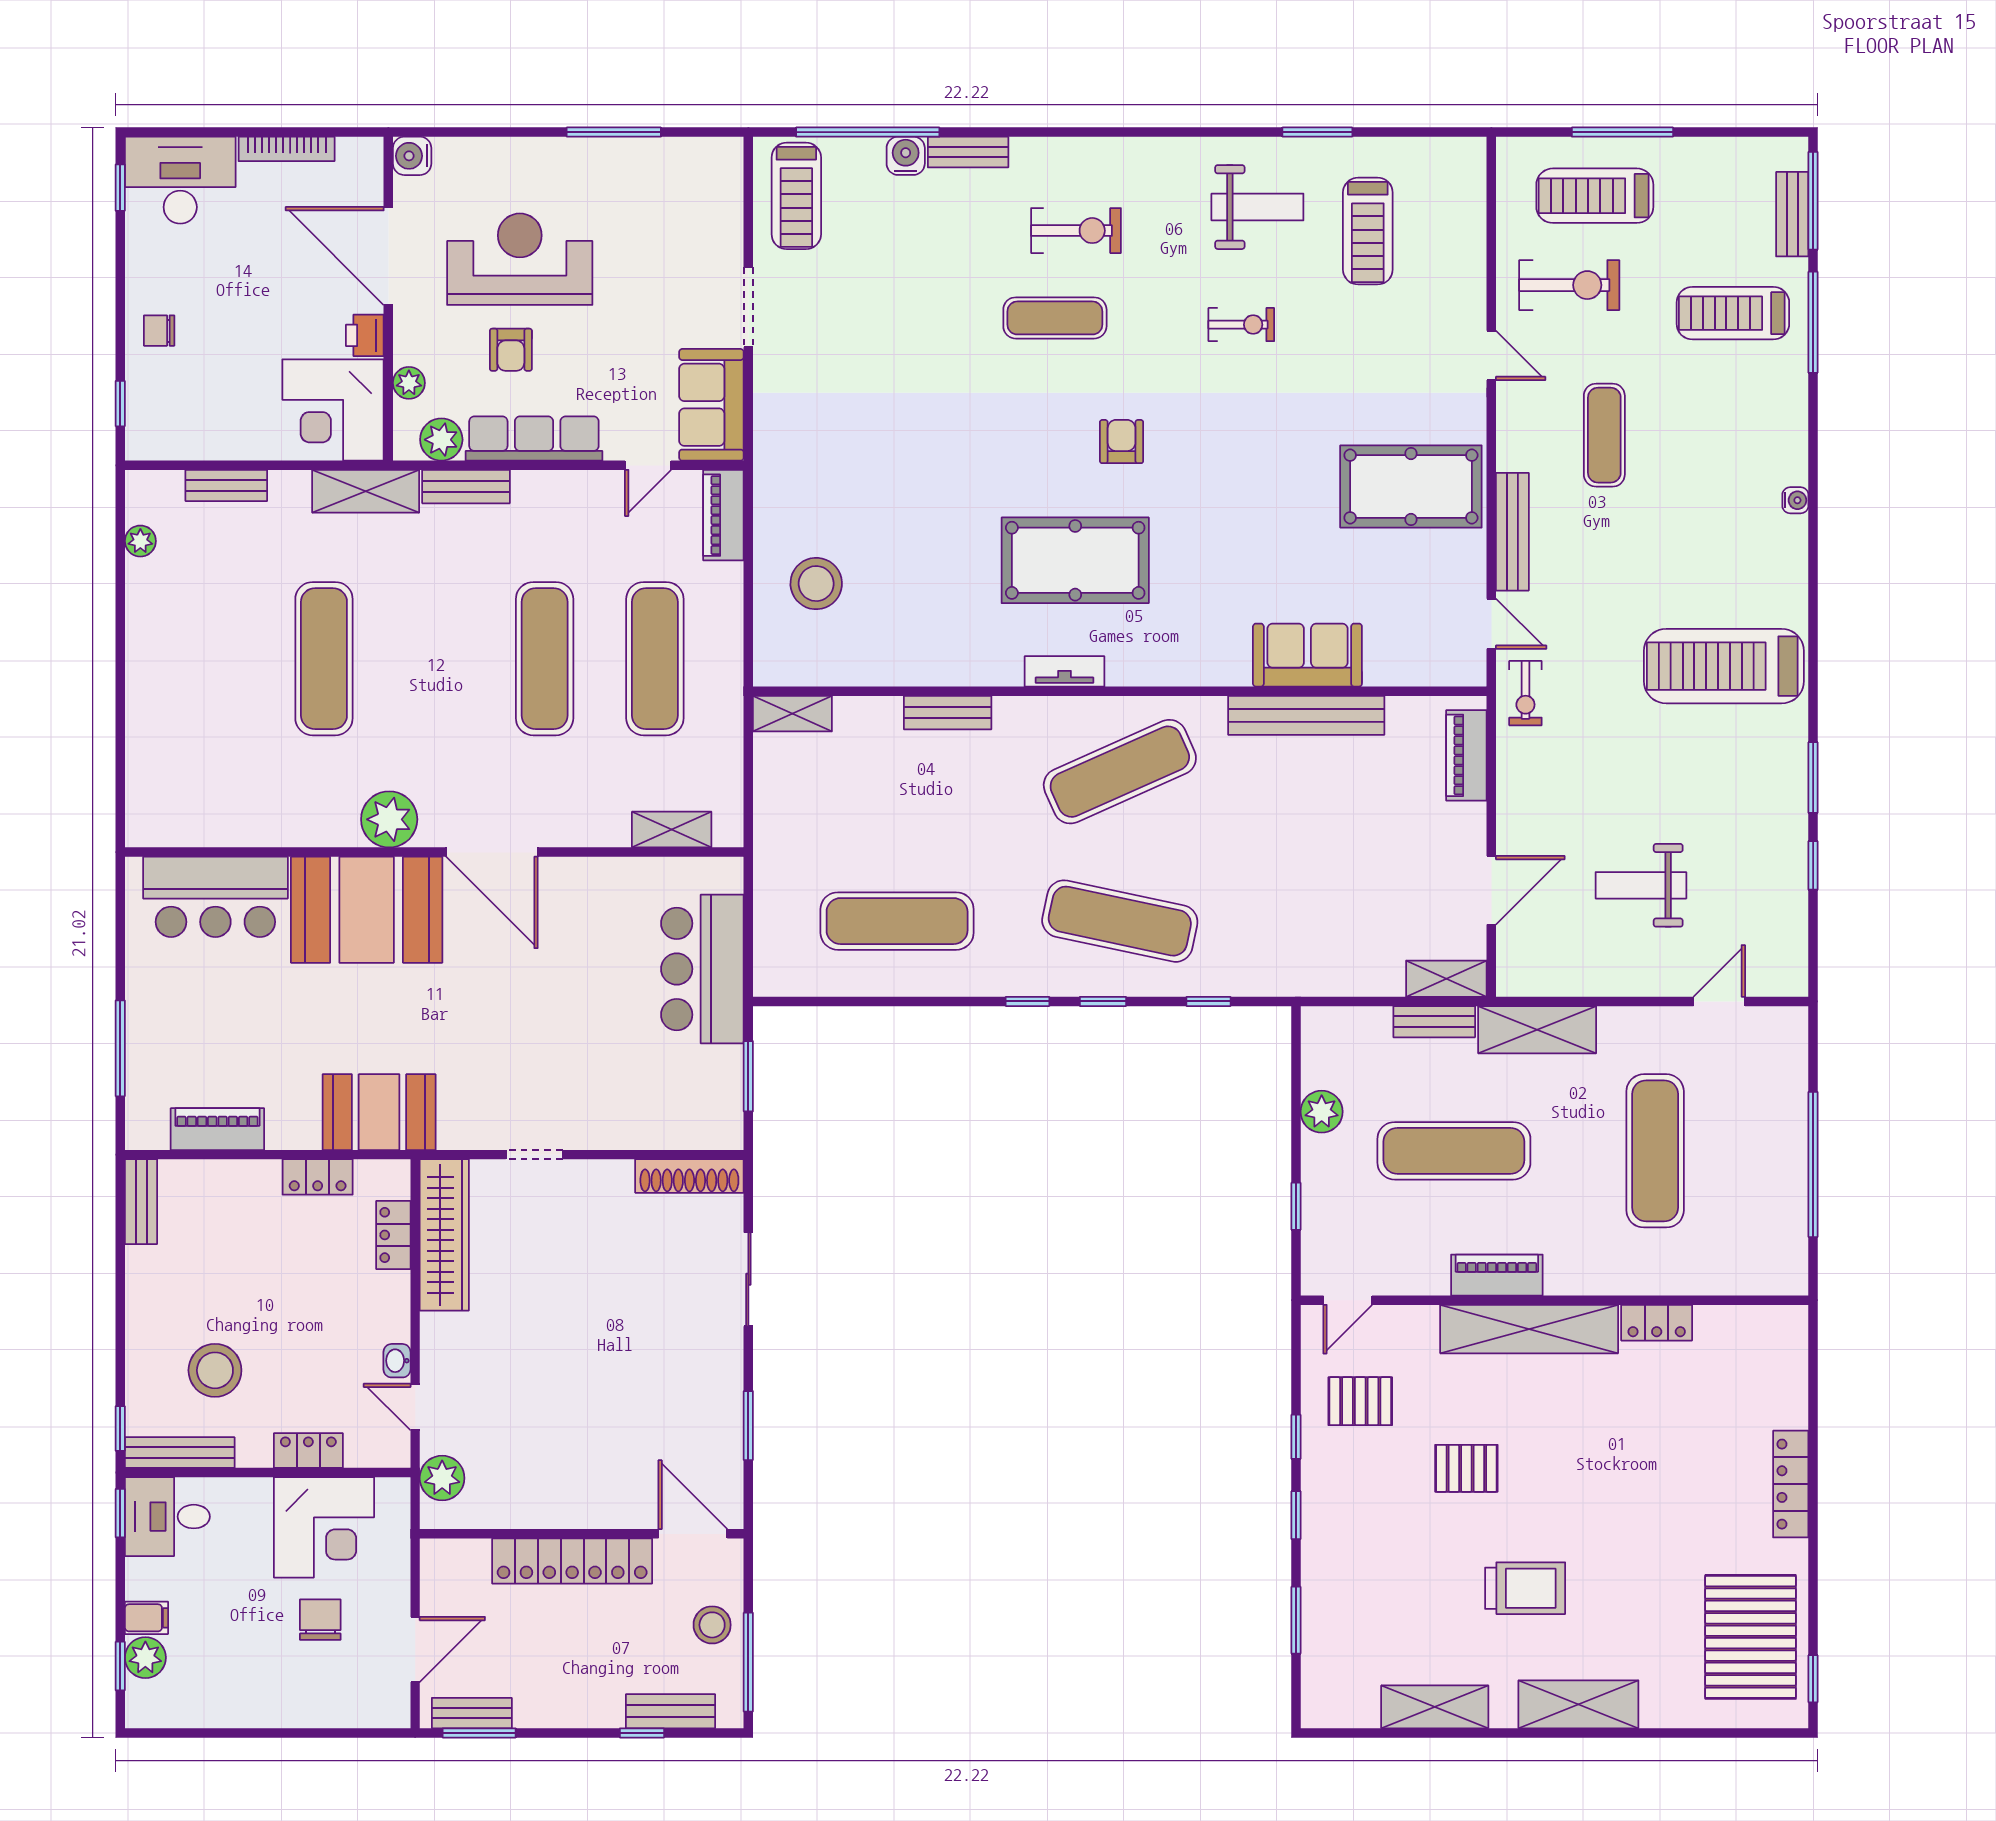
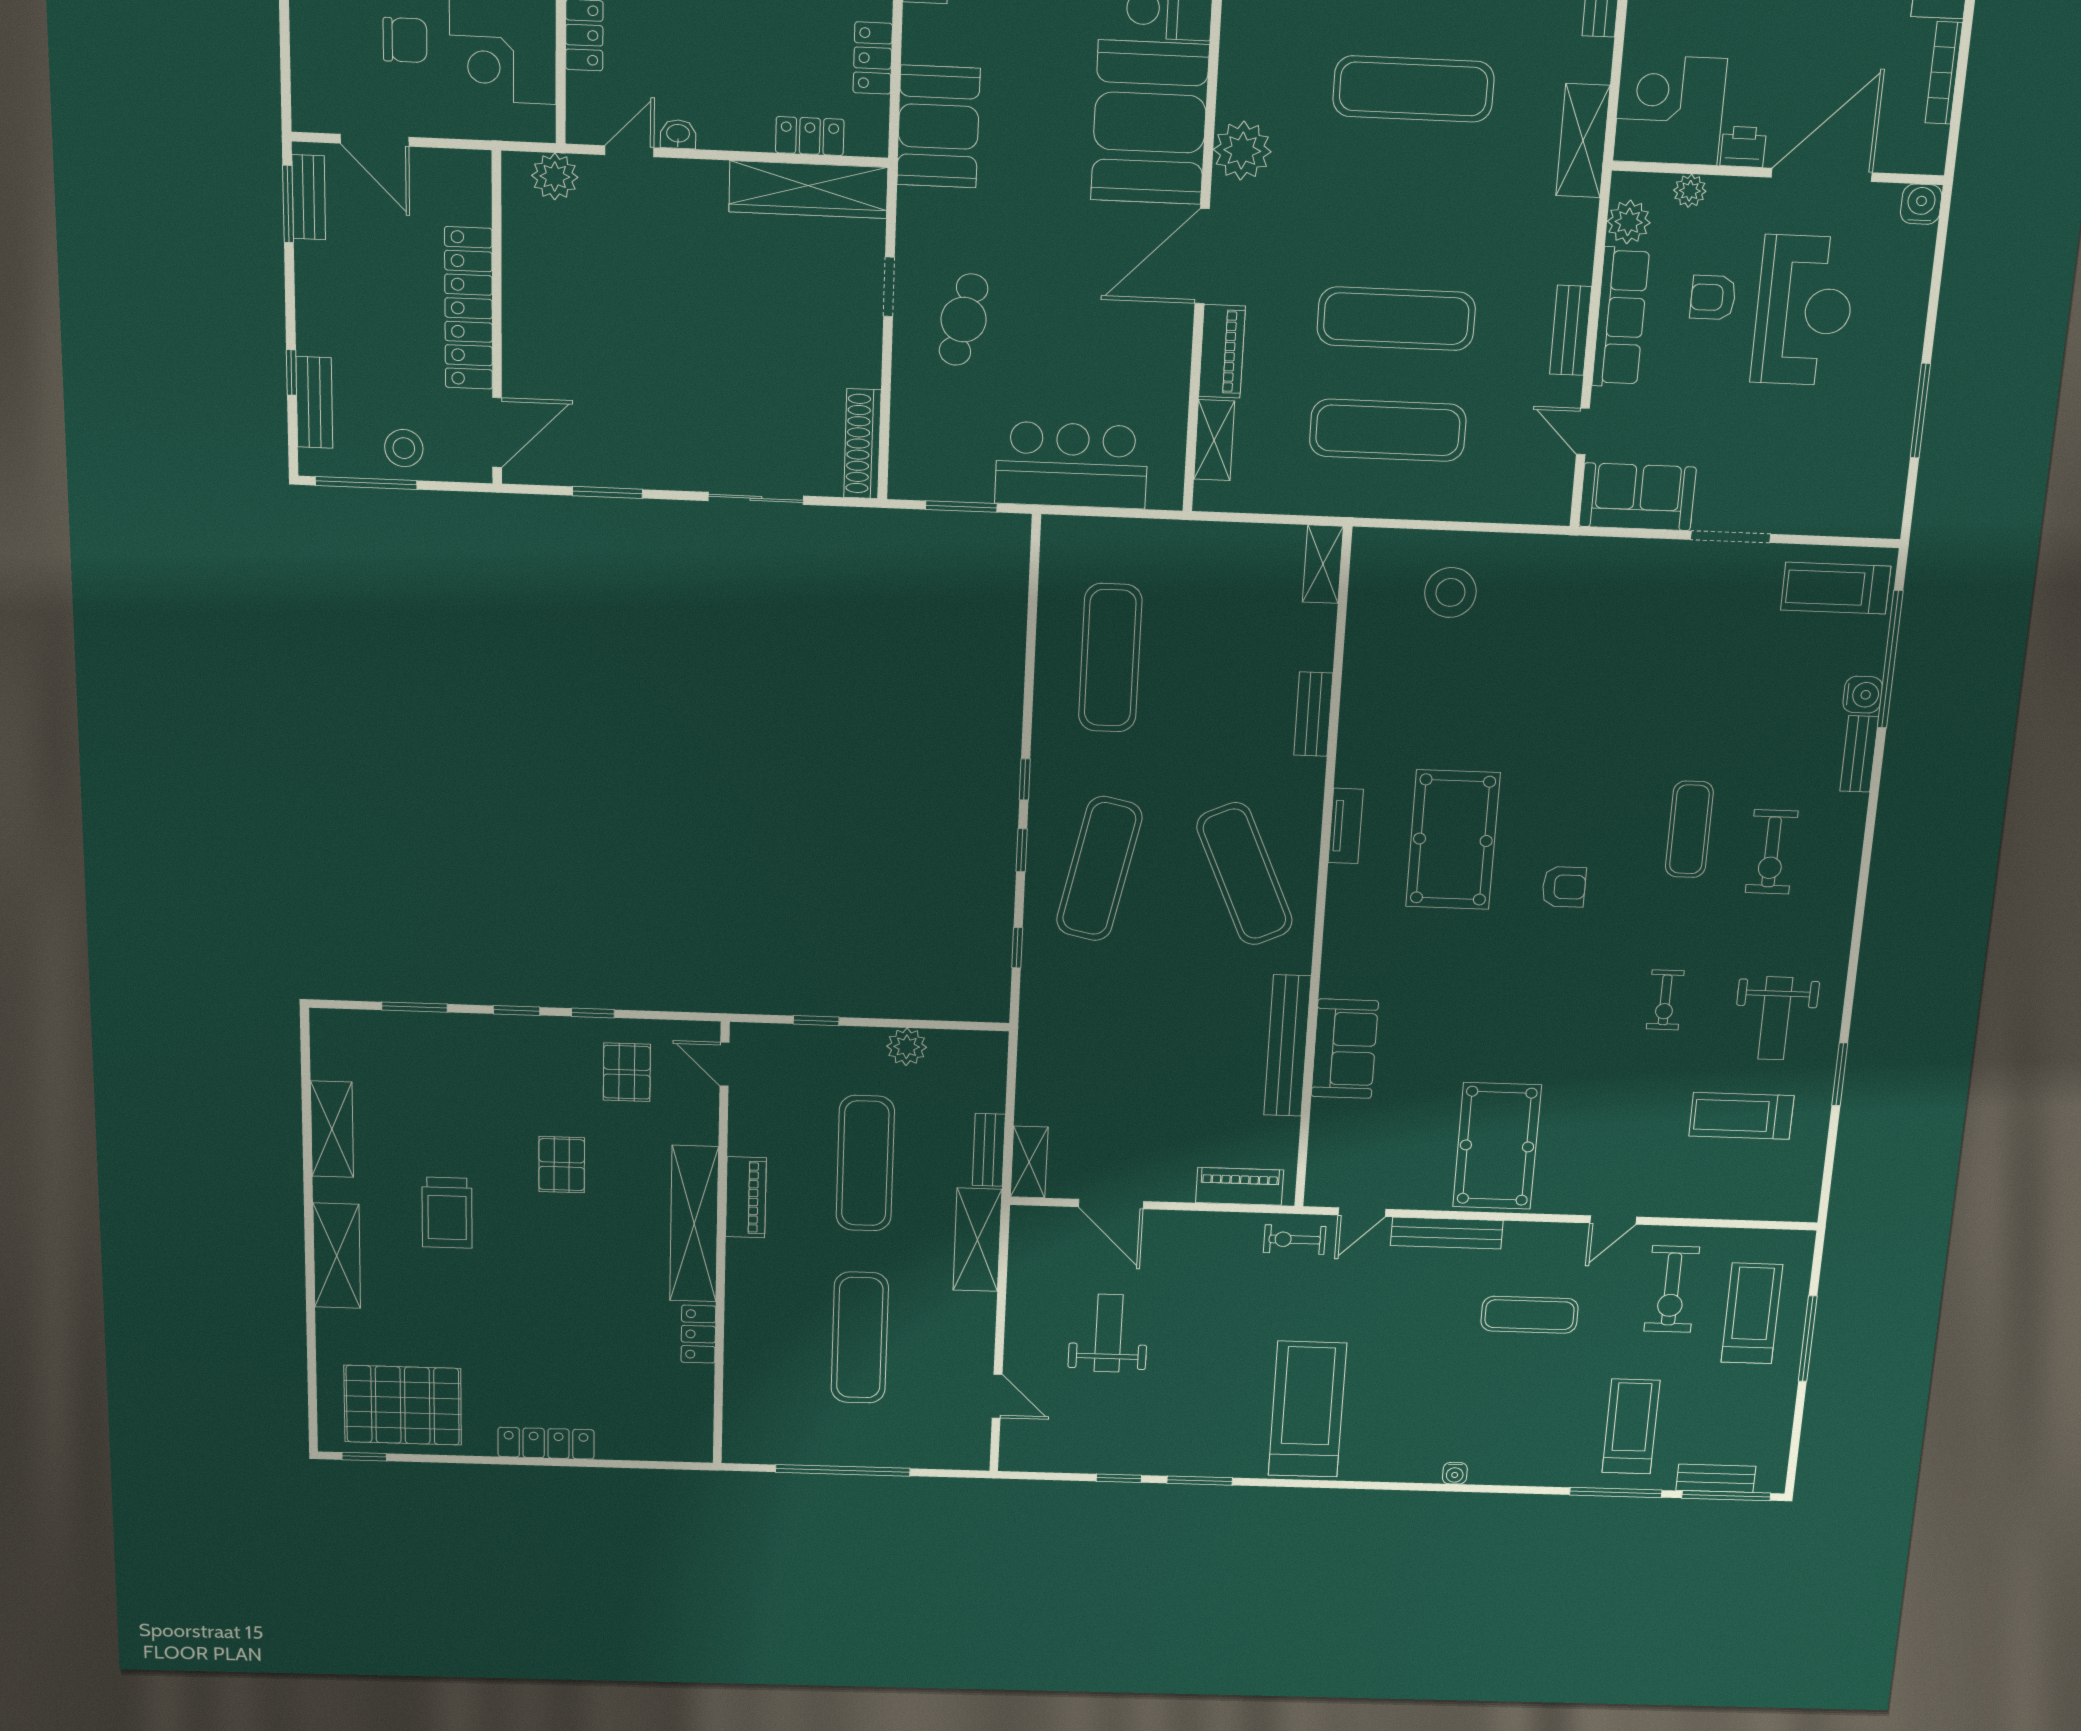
bench: (466, 487) -> (1571, 330), moved
piano: (723, 515) -> (1222, 351), moved, turned 90
cafe table: (563, 1081) -> (964, 320), added
exercise mat: (1655, 1151) -> (860, 1338), turned 90

